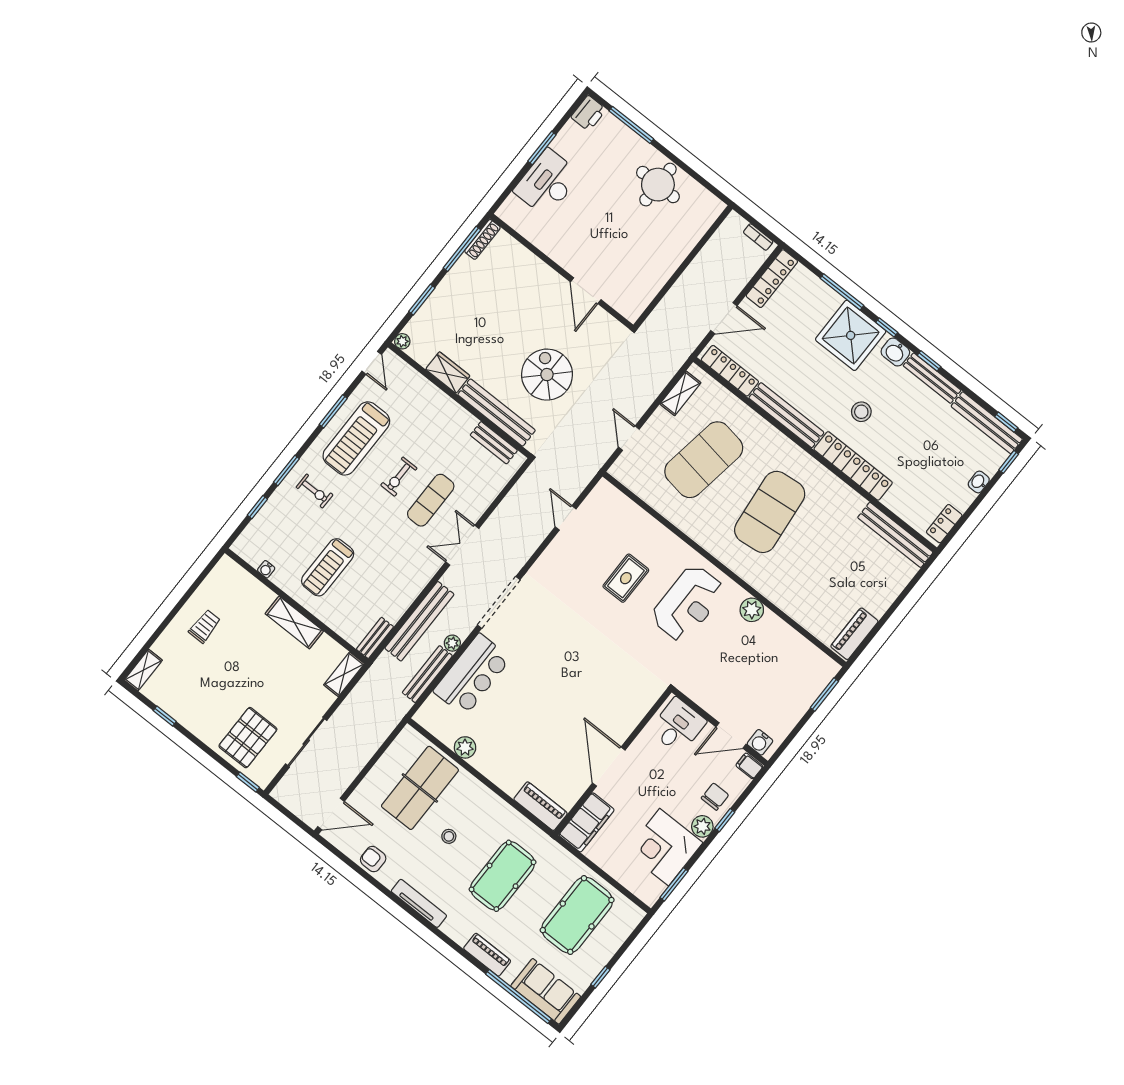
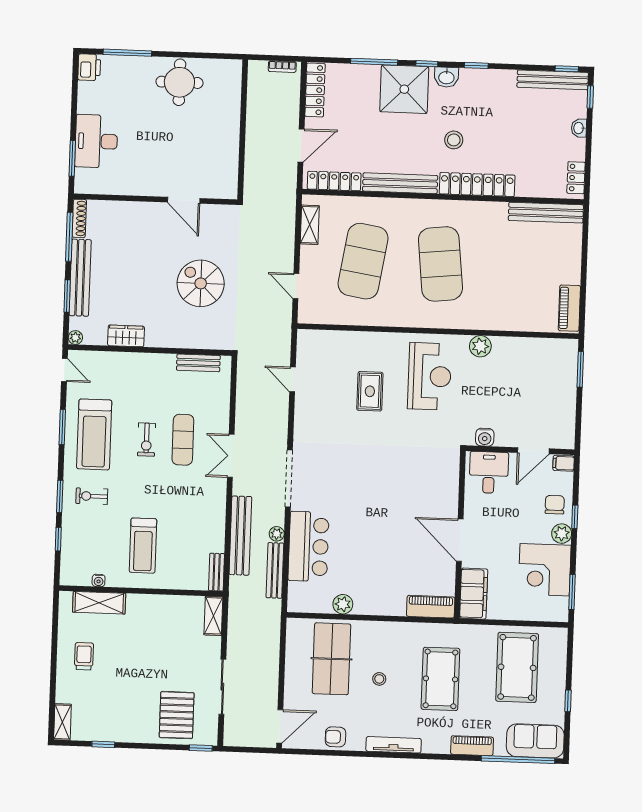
window: (542, 148) -> (72, 158), moved
bench: (932, 378) -> (488, 76), removed
bench: (497, 412) -> (80, 278), moved, turned 90
exercise bike: (315, 491) -> (92, 496), turned 180
shelving: (294, 622) -> (99, 603), moved
water cooler: (760, 742) -> (485, 437), moved

